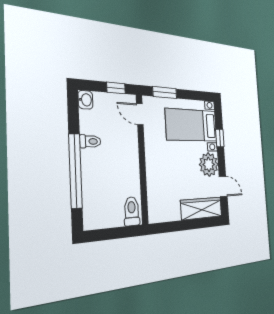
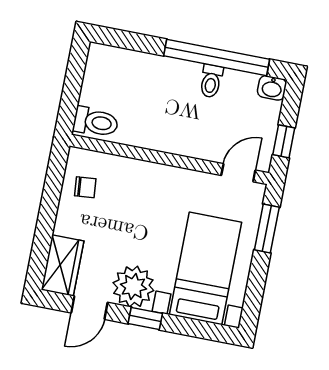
window: (220, 138) -> (145, 319), moved
window: (75, 171) -> (217, 57), moved
chair: (168, 207) -> (85, 187), added
wardrobe: (202, 208) -> (63, 265), width x0.67

